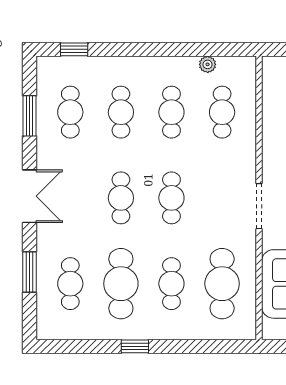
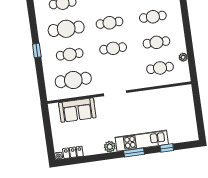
window: (135, 346) -> (37, 50), moved

